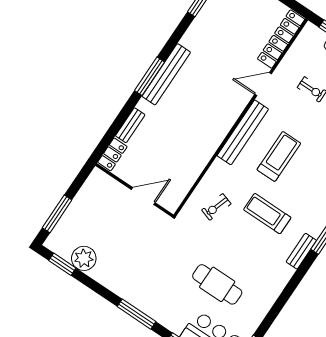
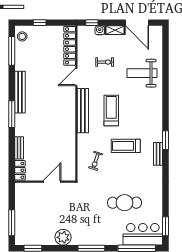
bench: (166, 74) -> (20, 92), moved
plant: (84, 258) -> (63, 237), moved

